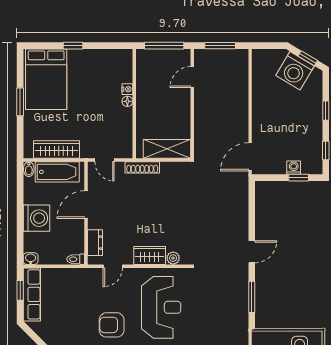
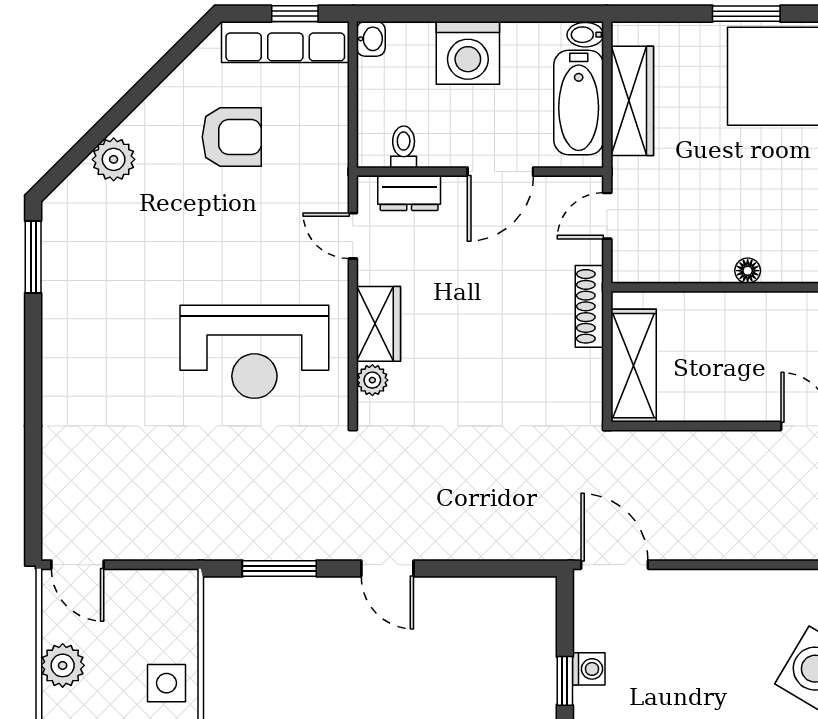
nightstand: (127, 89) -> (777, 271), removed
door: (86, 205) -> (500, 172), swing flipped
toilet: (76, 259) -> (404, 147), moved
armchair: (112, 325) -> (232, 137), moved, turned 90

